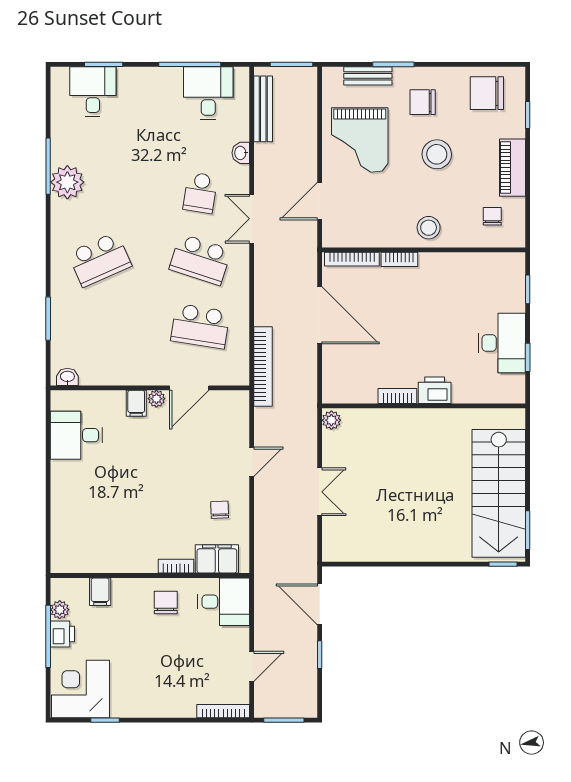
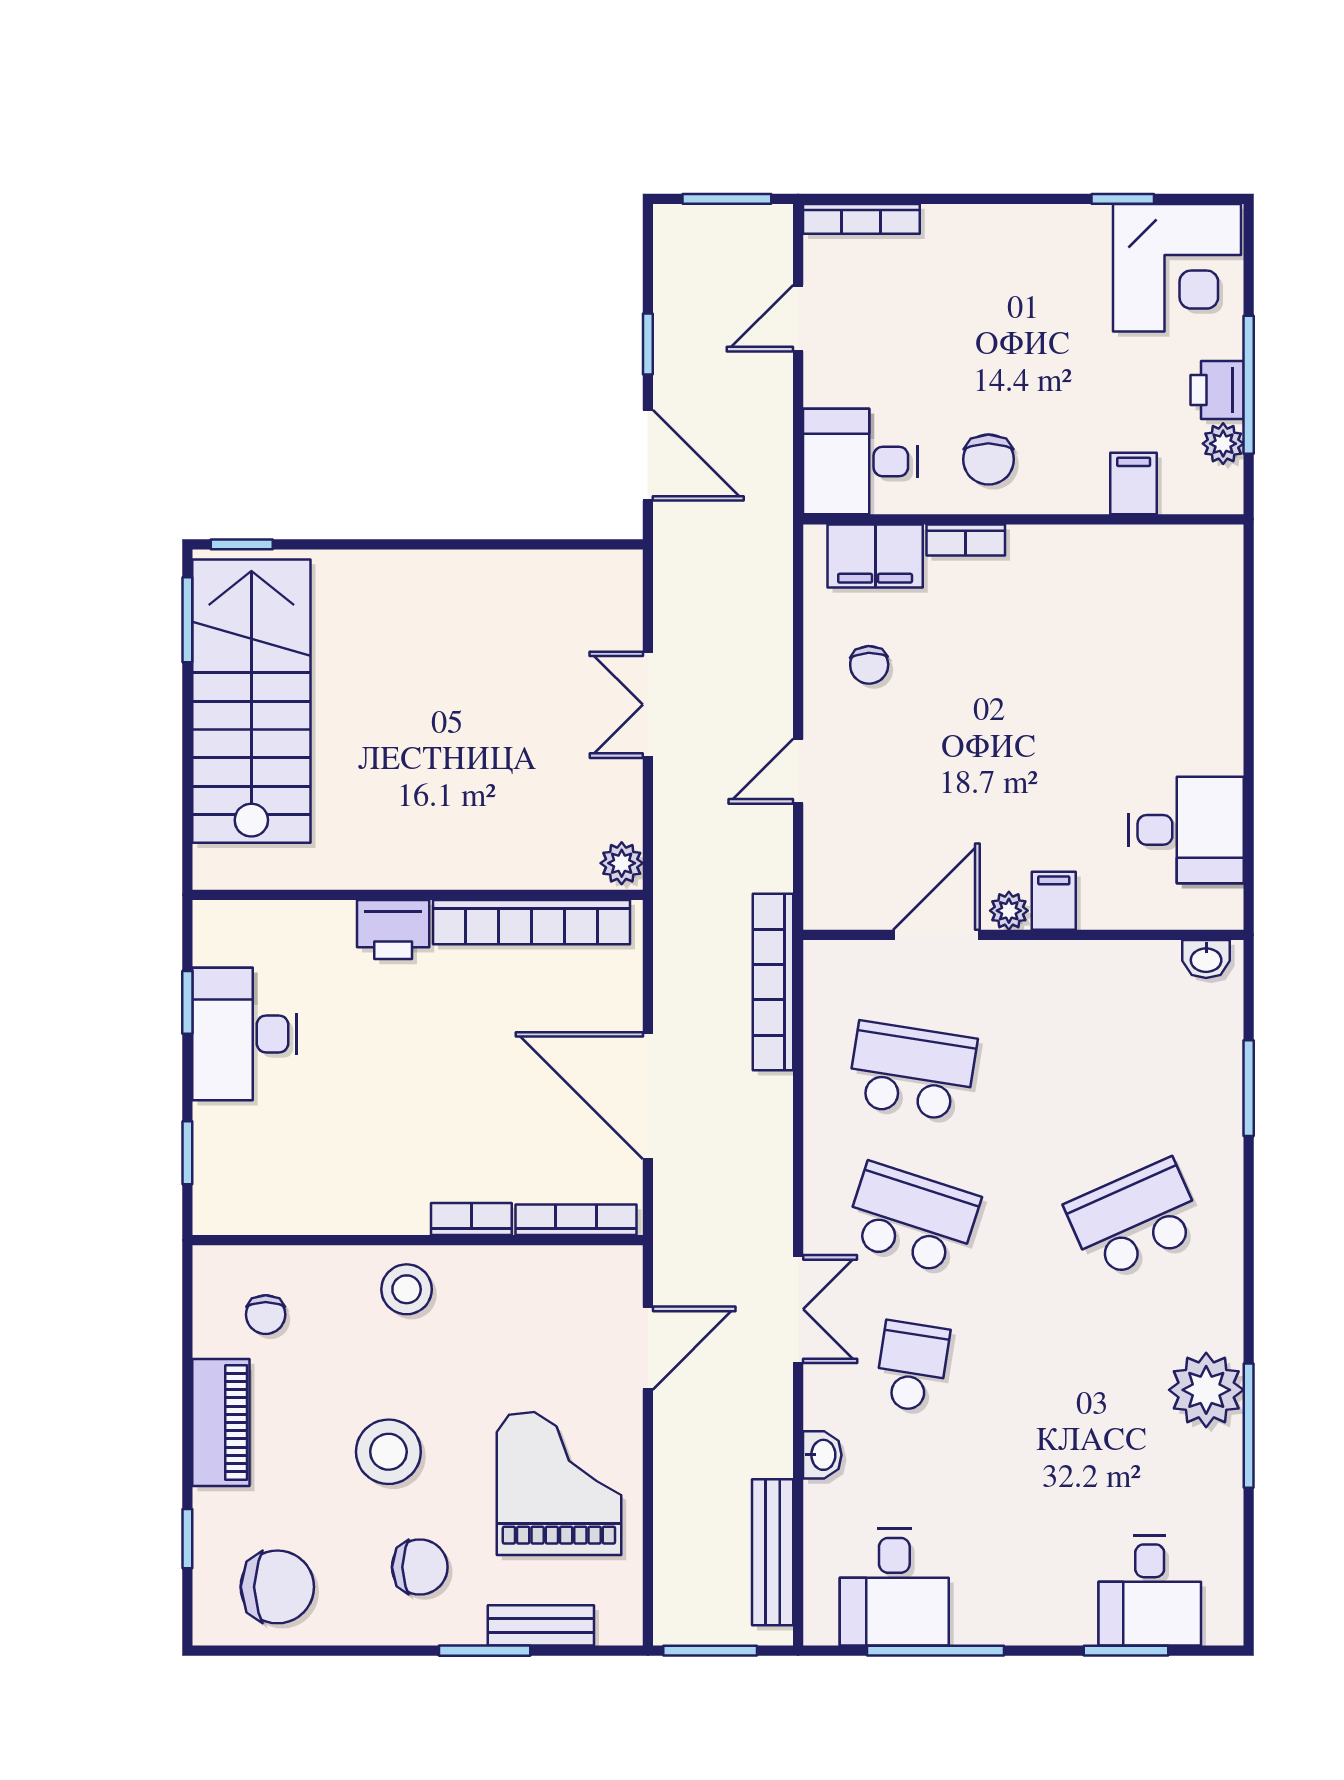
bookcase: (397, 396) -> (531, 922), width x2.31, depth x1.31

